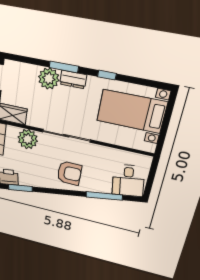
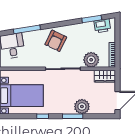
dresser: (73, 79) -> (65, 109), removed
armchair: (69, 173) -> (56, 41), turned -64

